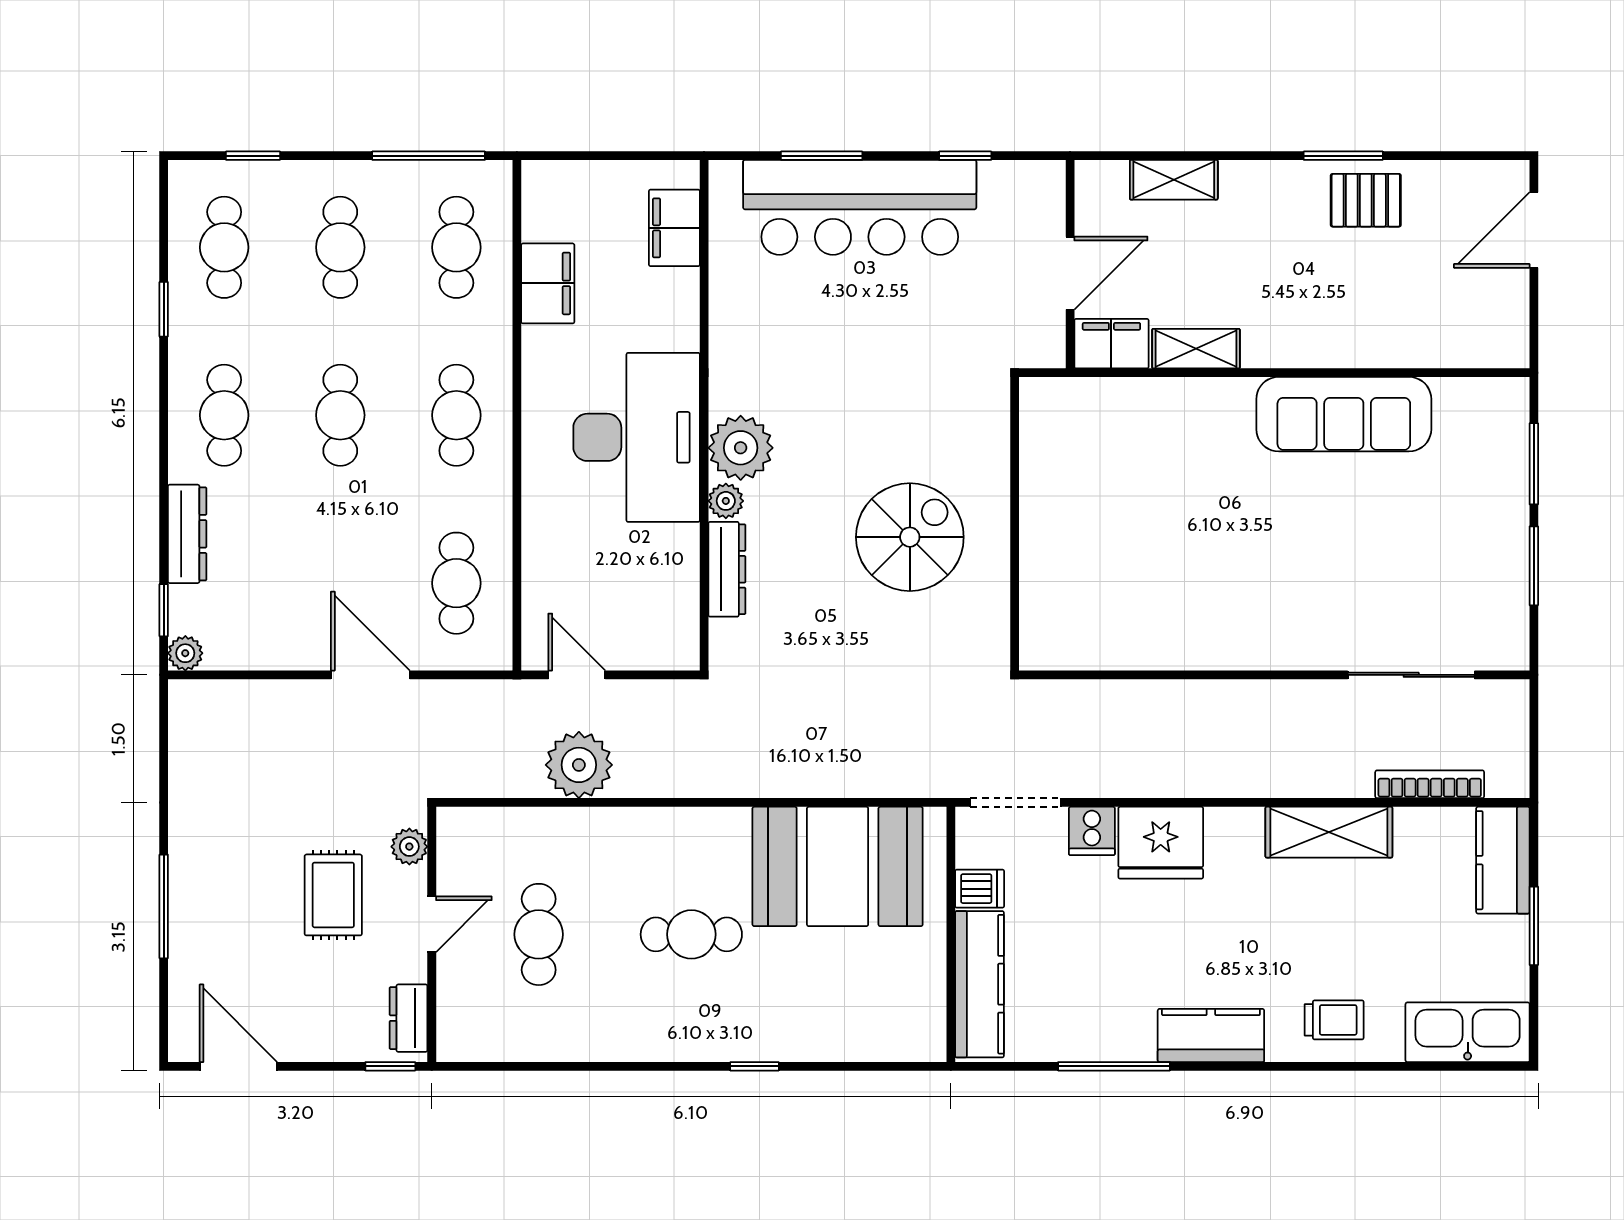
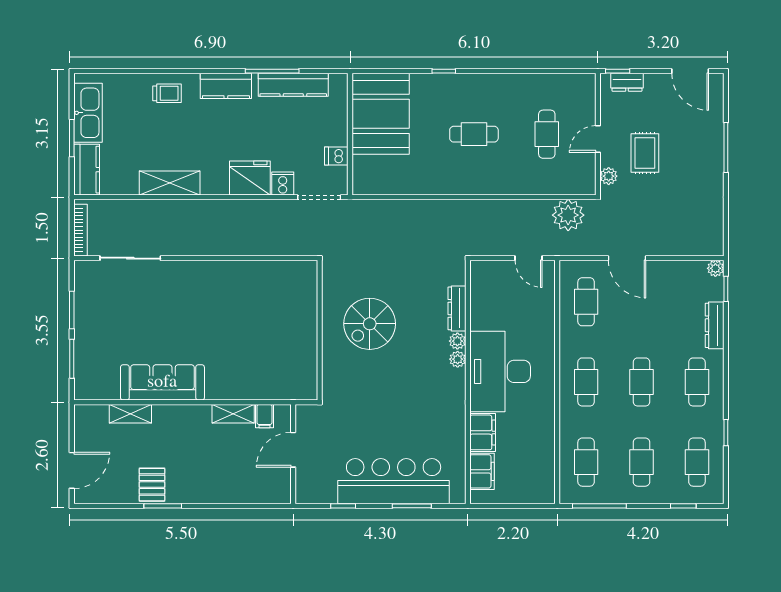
shelving: (1174, 180) -> (130, 414), moved
pallet: (1366, 200) -> (152, 485), turned 90
filing cabinet: (548, 283) -> (483, 432), moved, turned 180
filing cabinet: (1111, 344) -> (265, 416), width x0.50
plant: (741, 448) -> (458, 359), width x0.53, depth x0.53
plant: (579, 765) -> (568, 215), moved
bookcase: (1430, 784) -> (80, 230), moved, turned -90
booth: (838, 866) -> (381, 114), moved, turned 90
kitchen counter: (980, 984) -> (293, 85), moved, turned -90
dresser: (409, 1018) -> (627, 82), moved, turned 90
trolley: (1334, 1020) -> (167, 93), turned 180
kitchen sink: (1468, 1032) -> (88, 113), moved, turned -90

